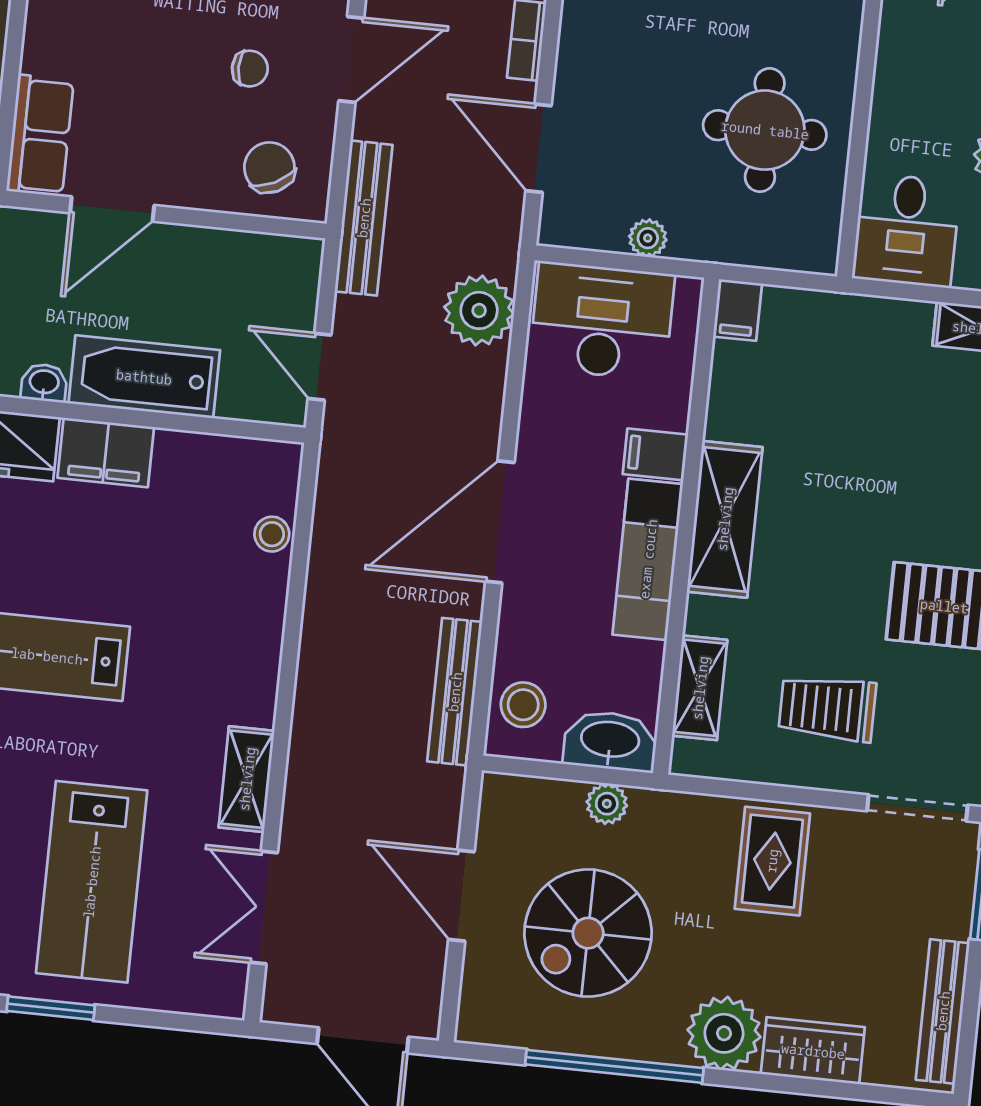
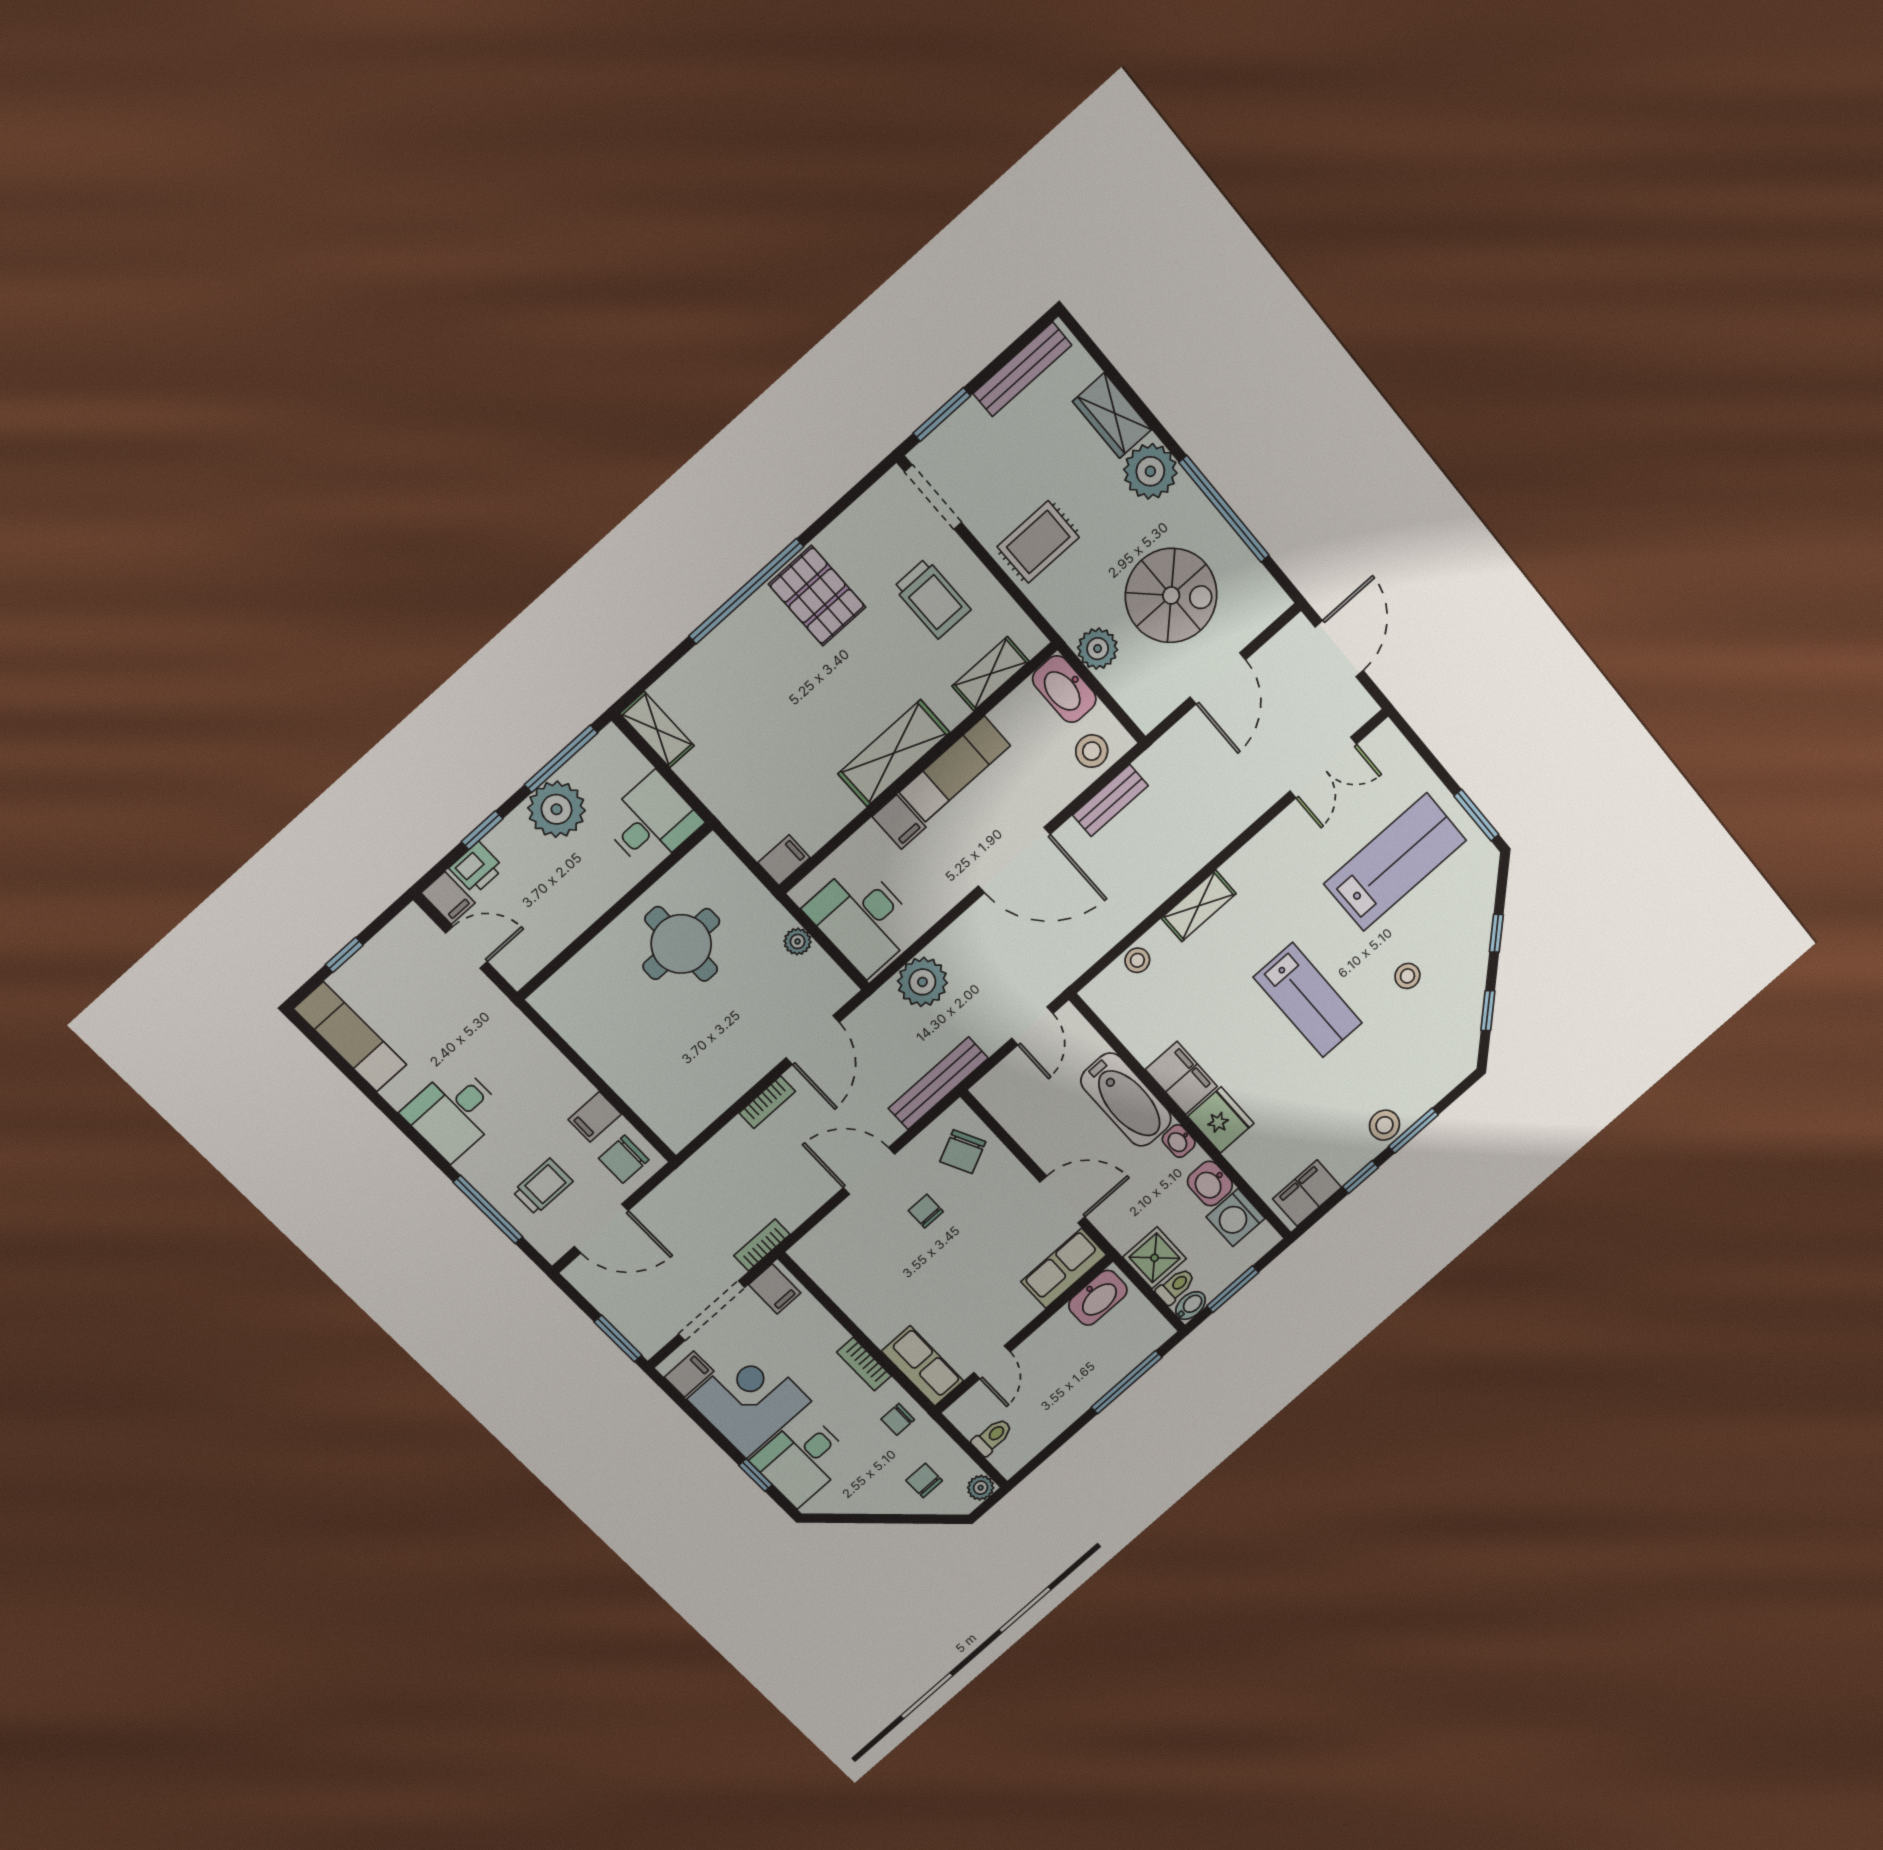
bench: (455, 692) -> (1110, 800), width x0.73
shelving: (247, 779) -> (1199, 906), moved
plant: (607, 804) -> (1098, 649), width x1.38, depth x1.38

